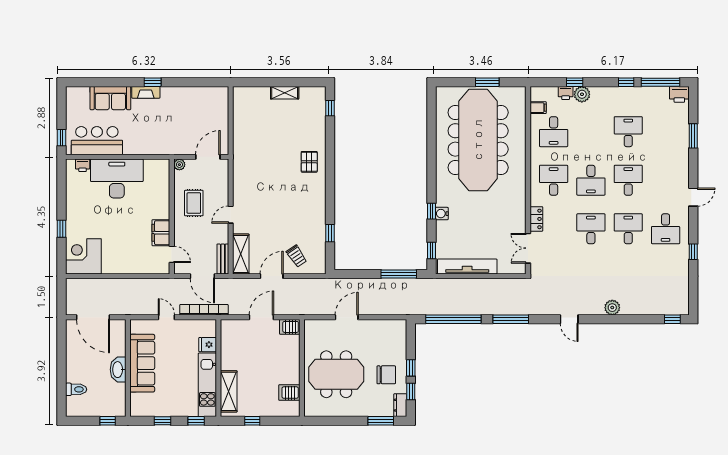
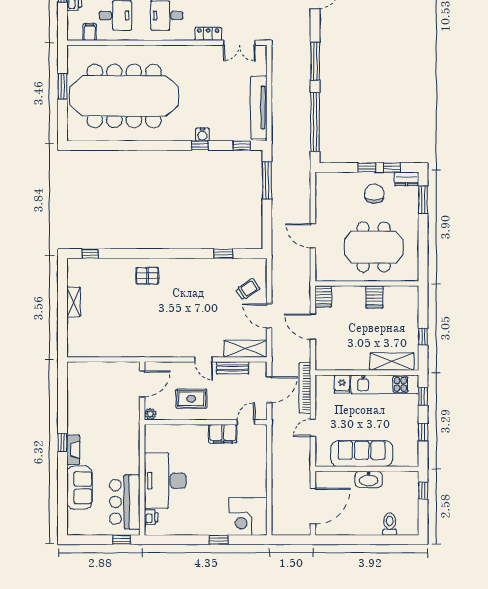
door: (208, 157) -> (142, 384), swing flipped
bench: (223, 259) -> (233, 368), moved
meeting table: (336, 374) -> (374, 247), turned 90
server rack: (289, 393) -> (374, 297), moved

